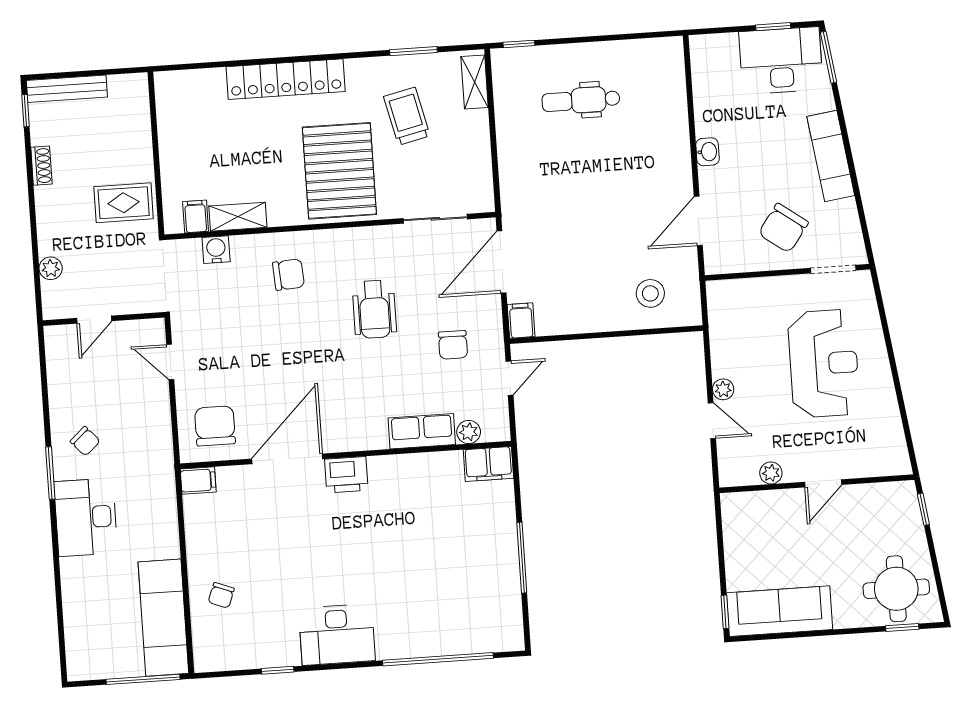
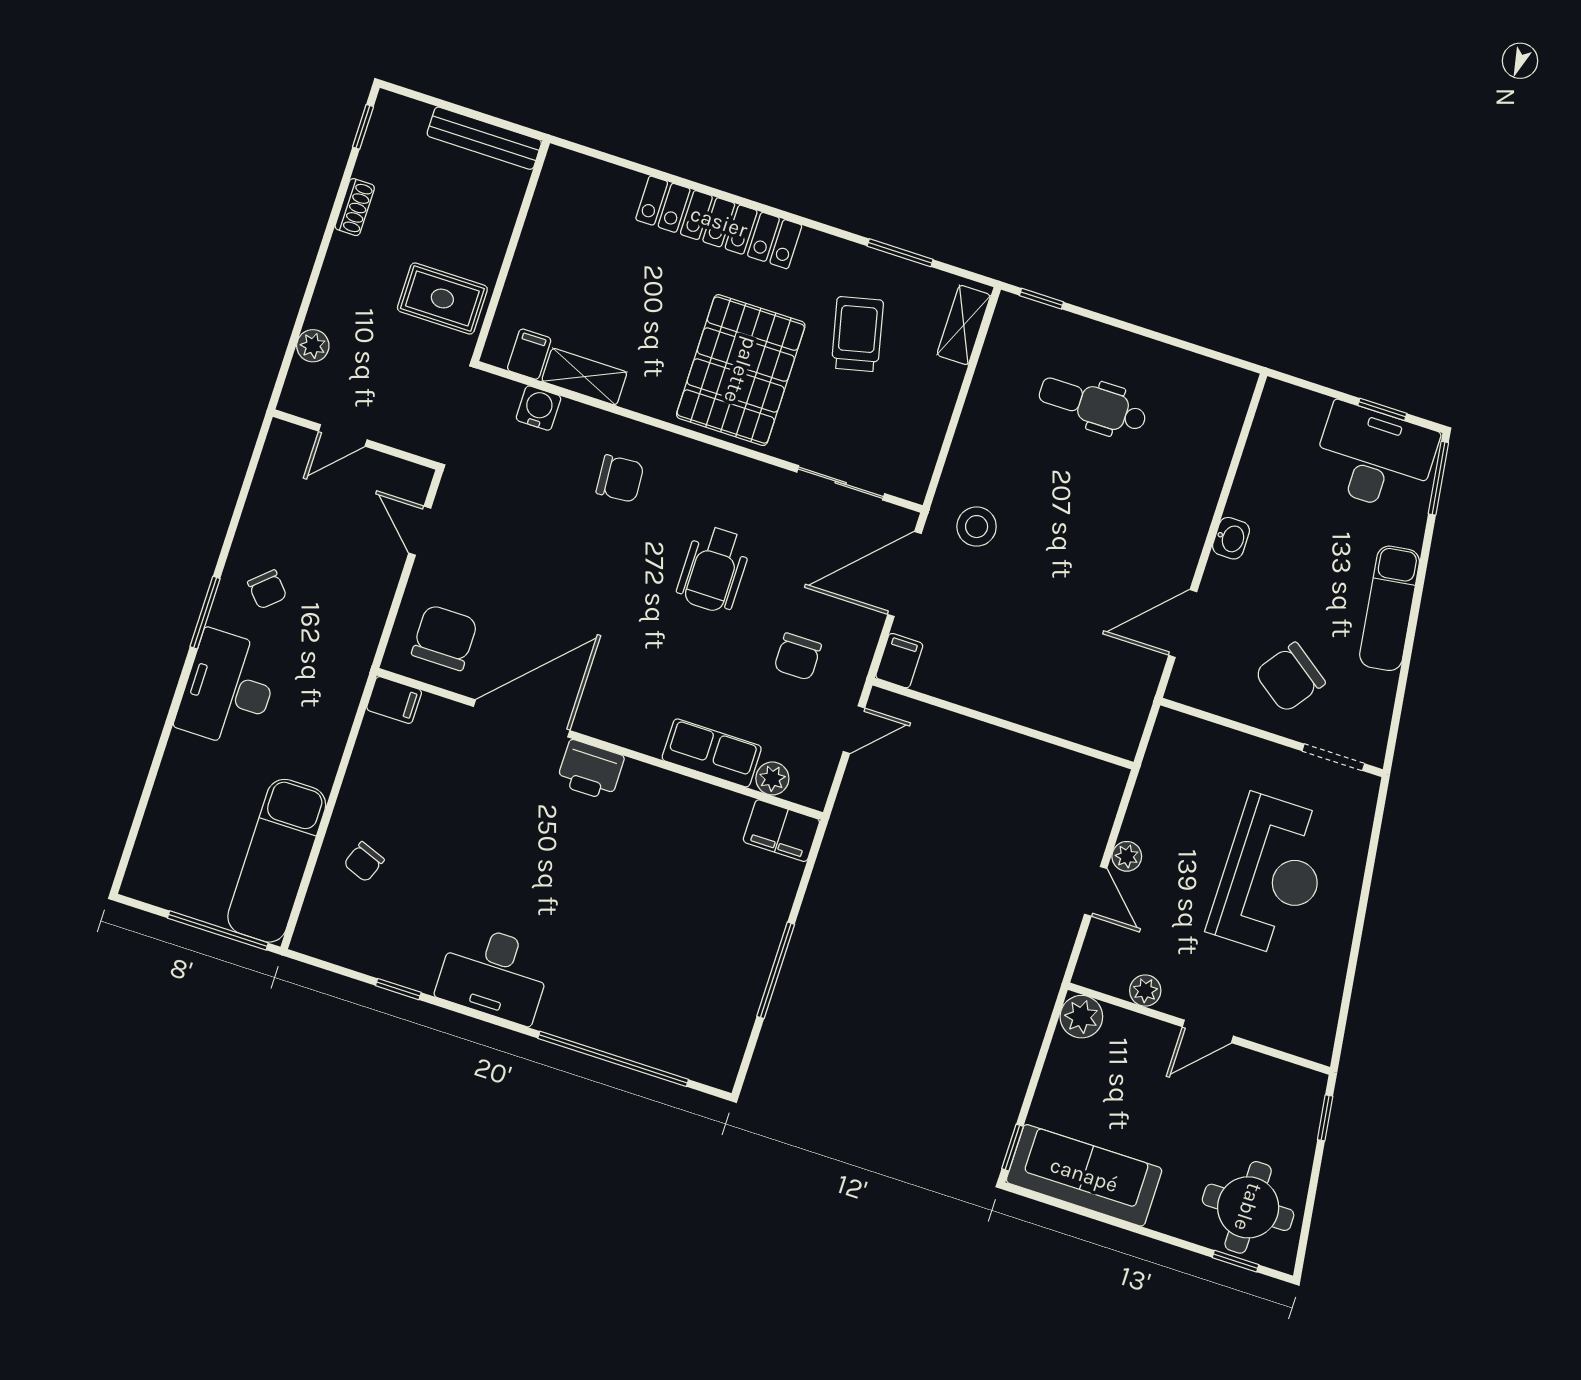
bench: (67, 89) -> (484, 138), moved
stool: (650, 293) -> (977, 527), moved
plant: (736, 507) -> (1081, 1017), added

